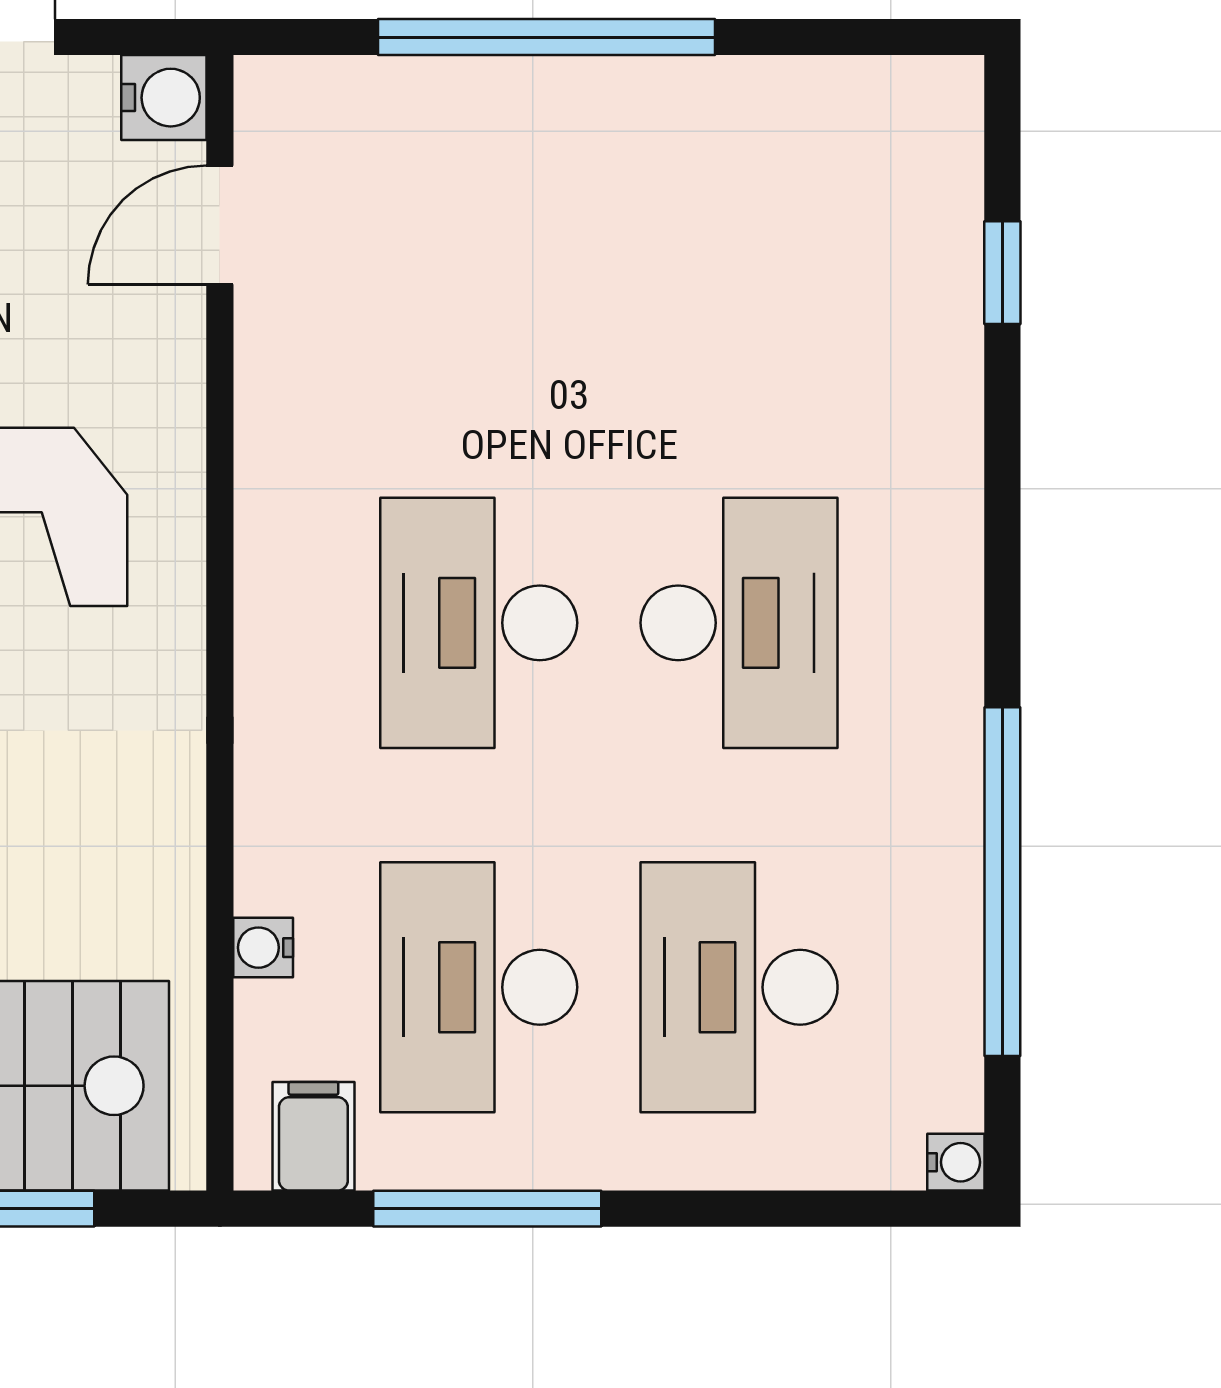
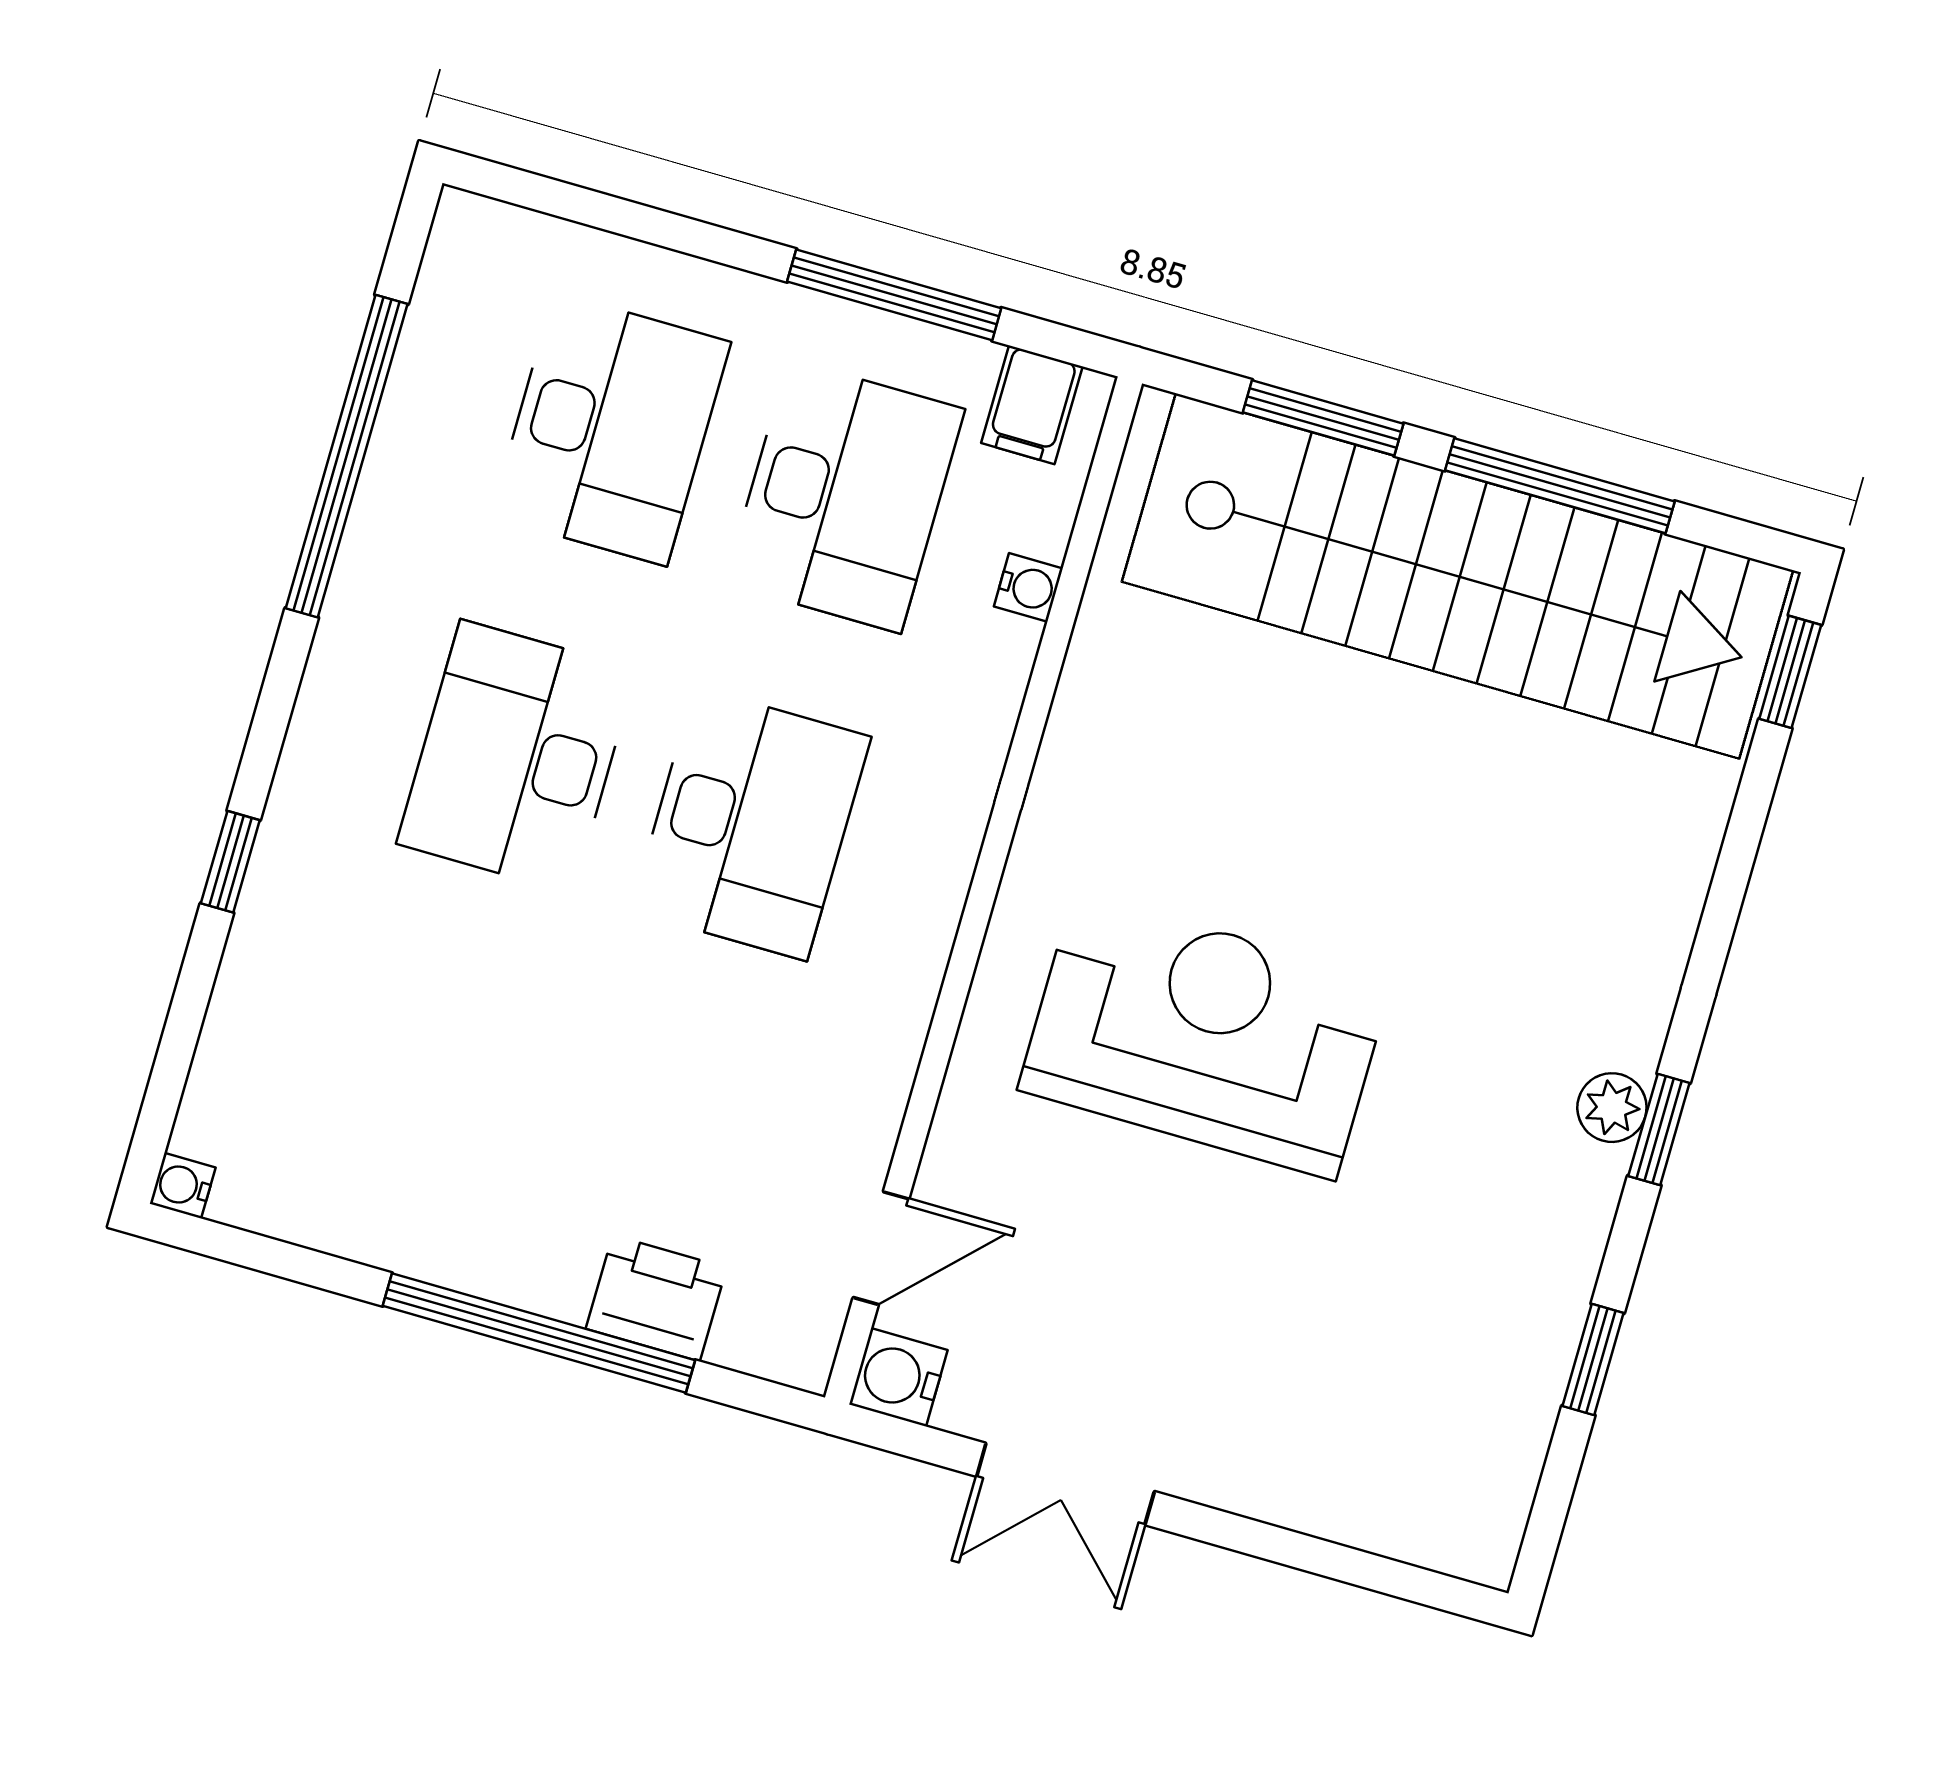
printer: (436, 107) -> (656, 1298), added
window: (1002, 273) -> (230, 862), moved
water cooler: (956, 1162) -> (183, 1186), moved

